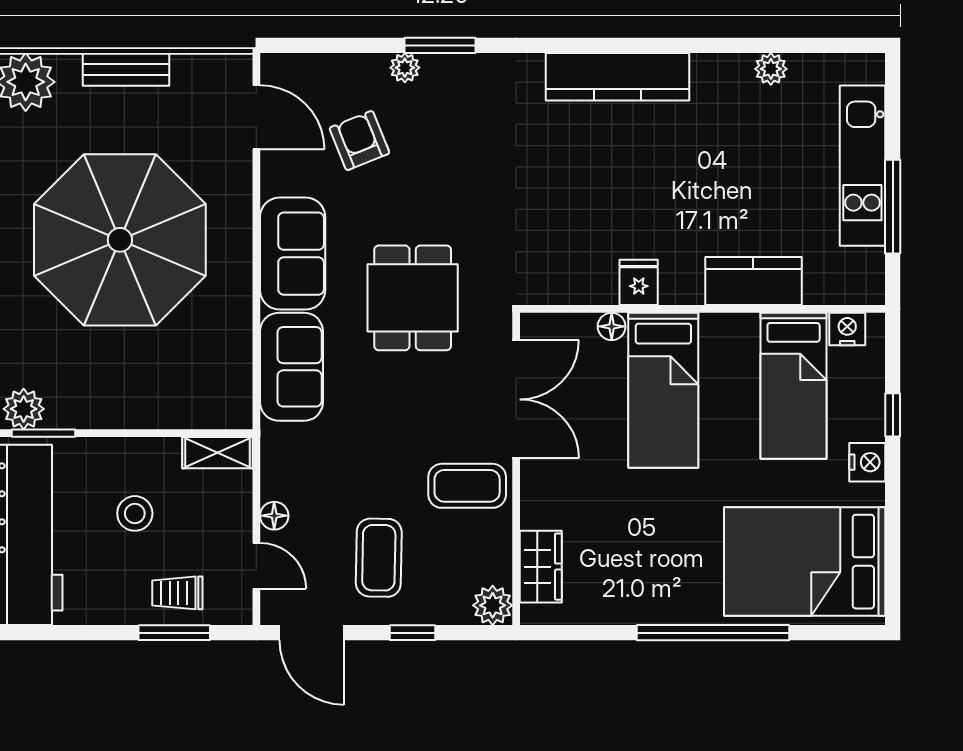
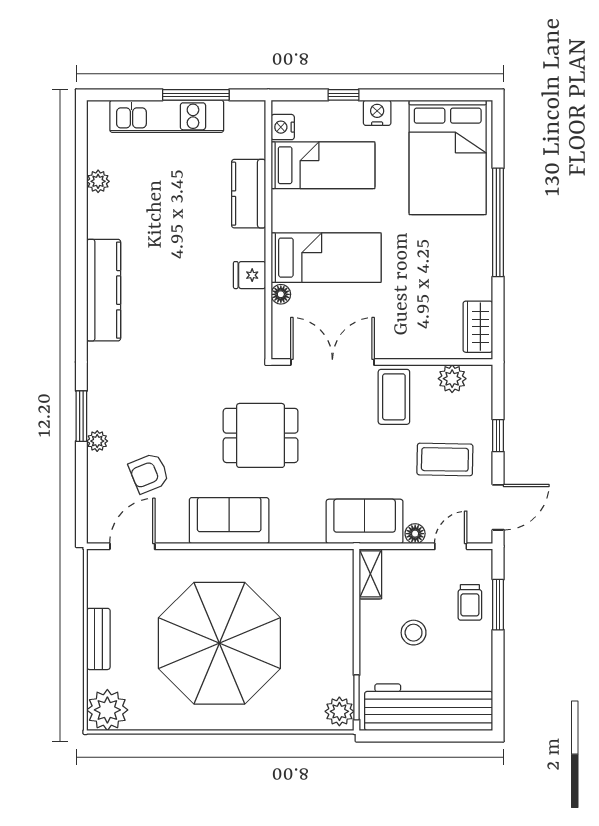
sofa: (291, 367) -> (365, 521), moved
wardrobe: (541, 567) -> (478, 327), moved, turned -90
plant: (493, 605) -> (452, 379), moved

